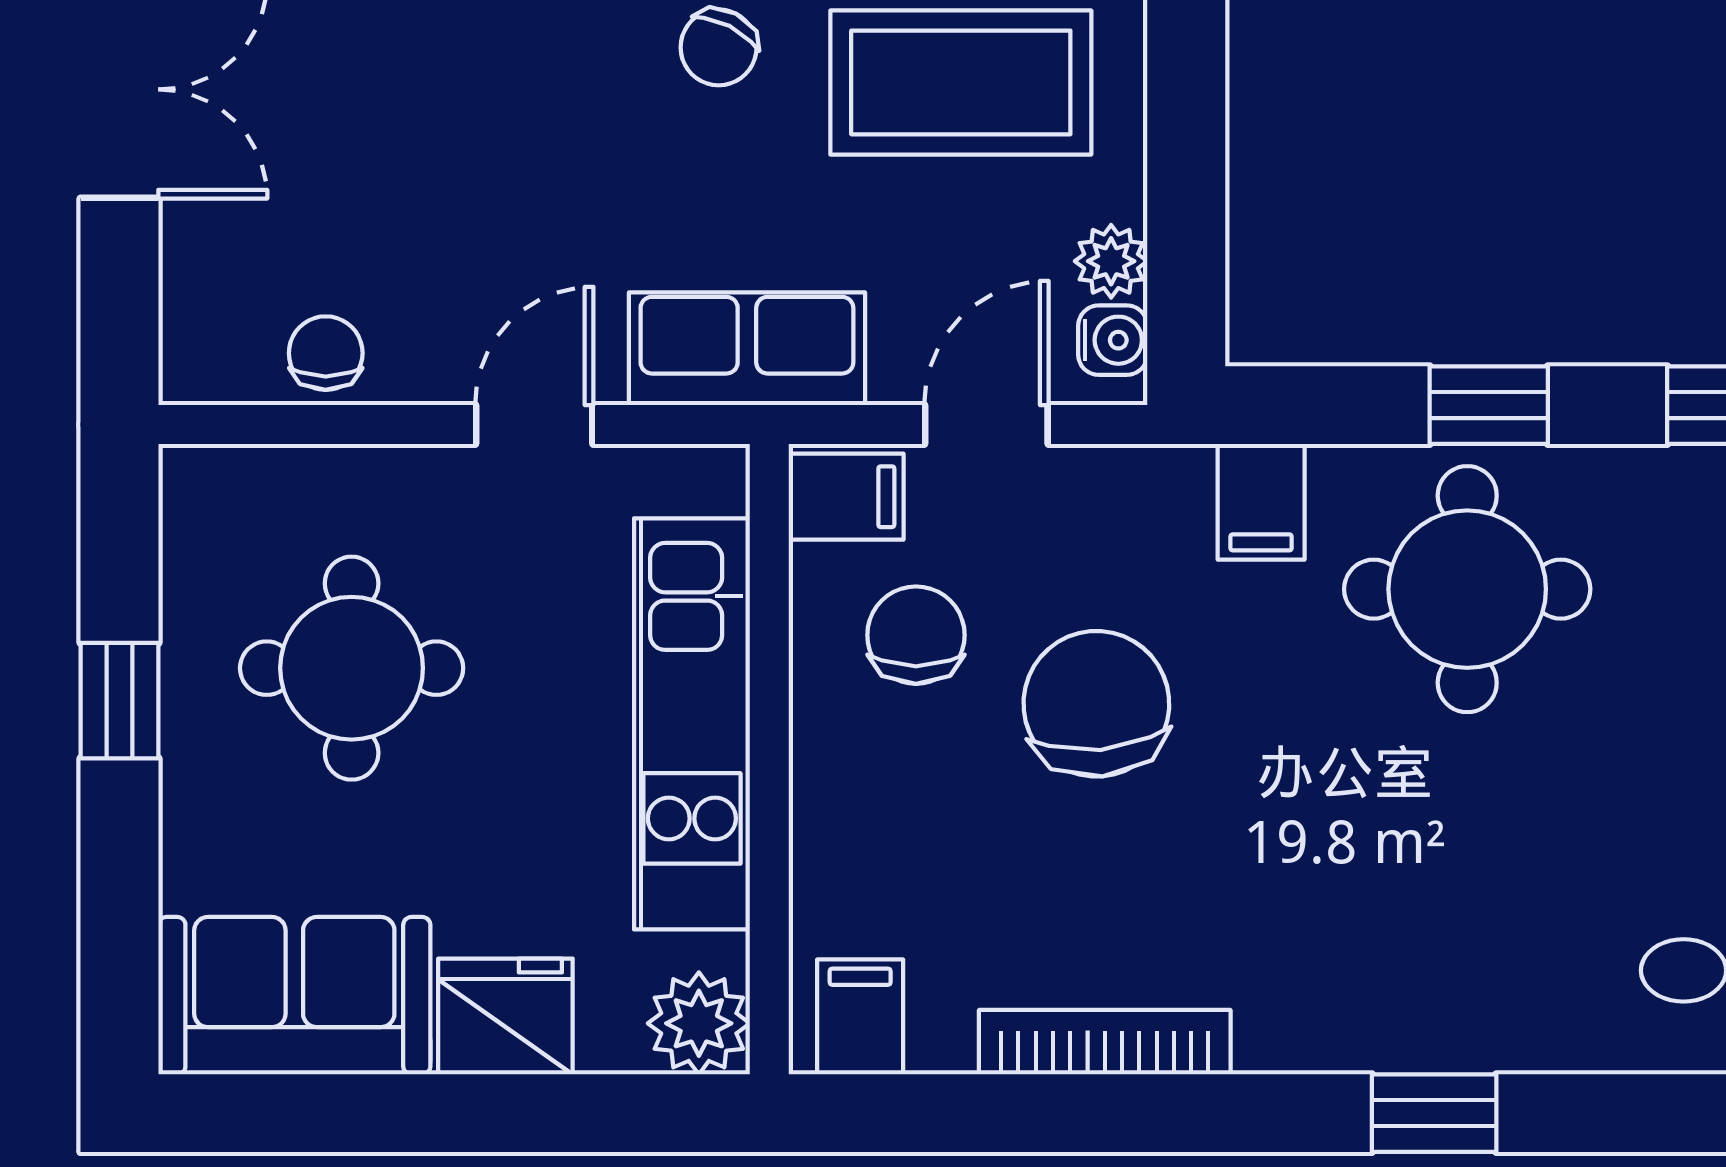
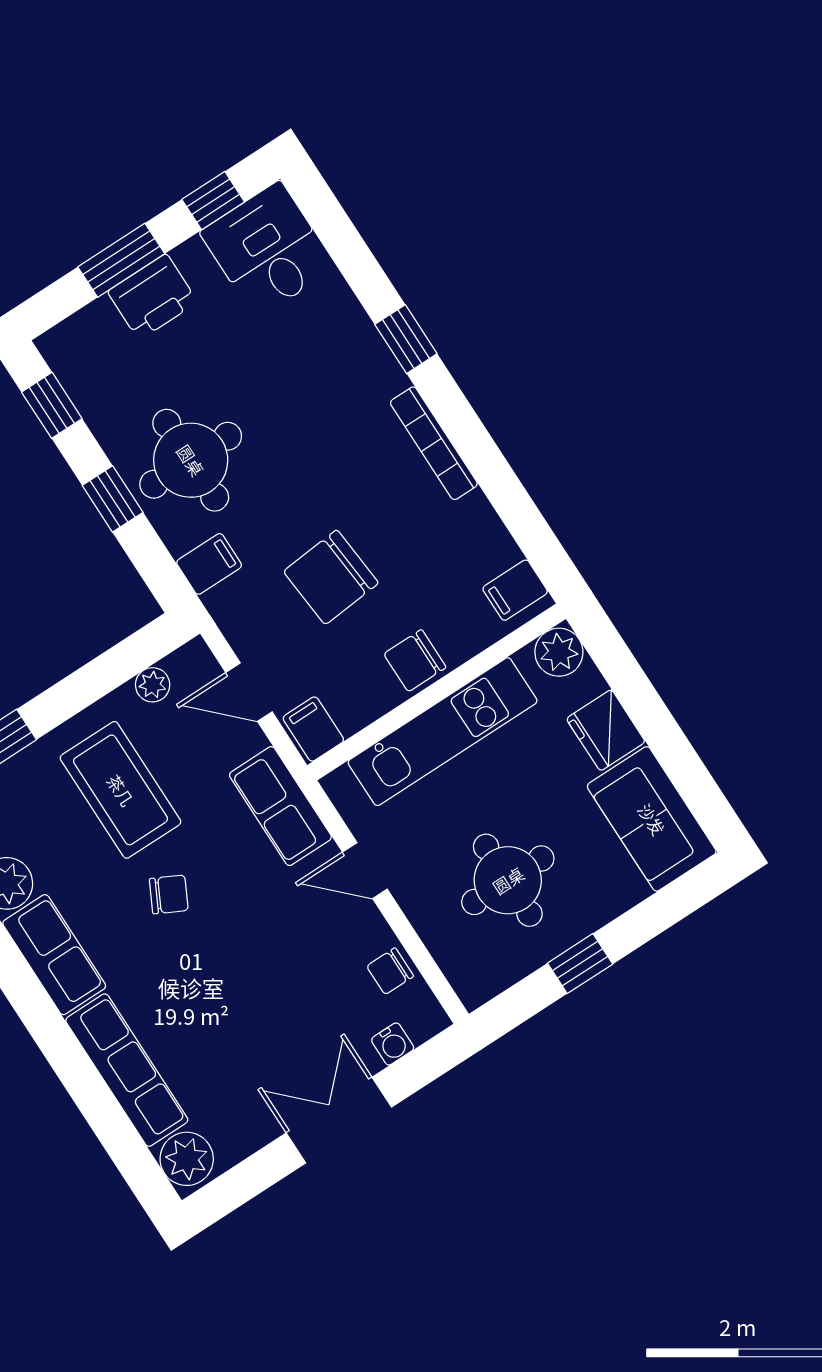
water cooler: (1113, 340) -> (393, 1044), moved, turned 180
chair: (916, 635) -> (415, 661), moved
bookcase: (1105, 1042) -> (434, 443), moved

